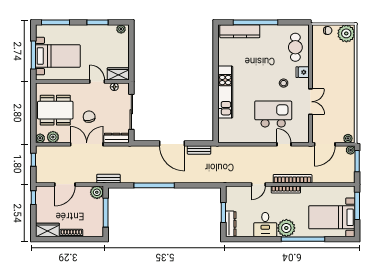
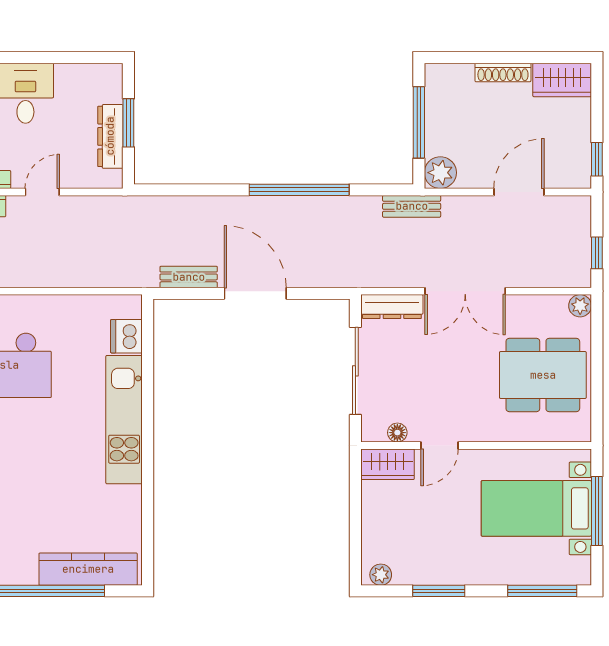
door: (97, 82) -> (440, 445), hinge flipped
chair: (89, 117) -> (459, 359), removed
dishwasher: (224, 126) -> (126, 336), added
plant: (53, 137) -> (549, 309), removed
dresser: (231, 224) -> (110, 136), moved

